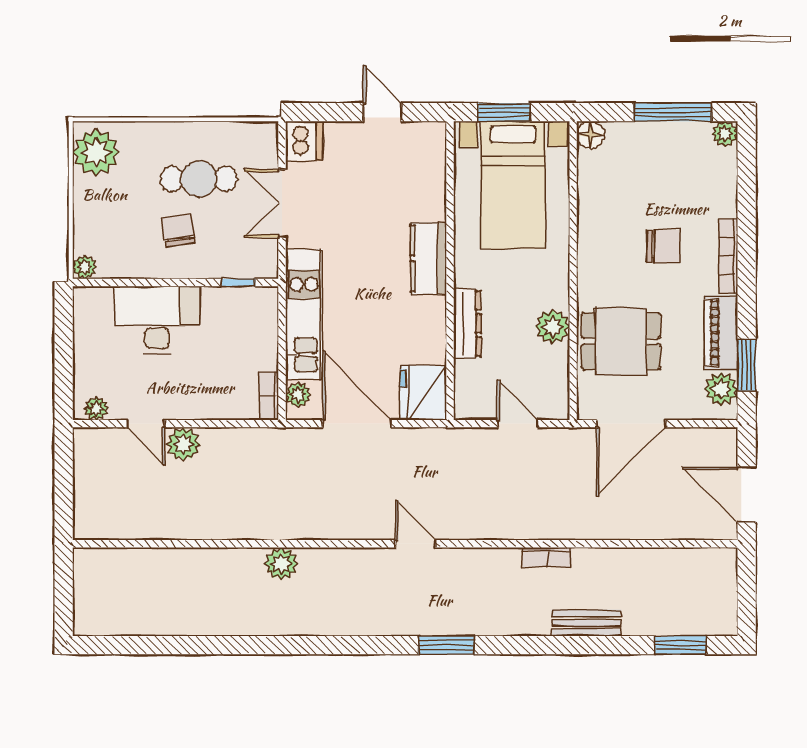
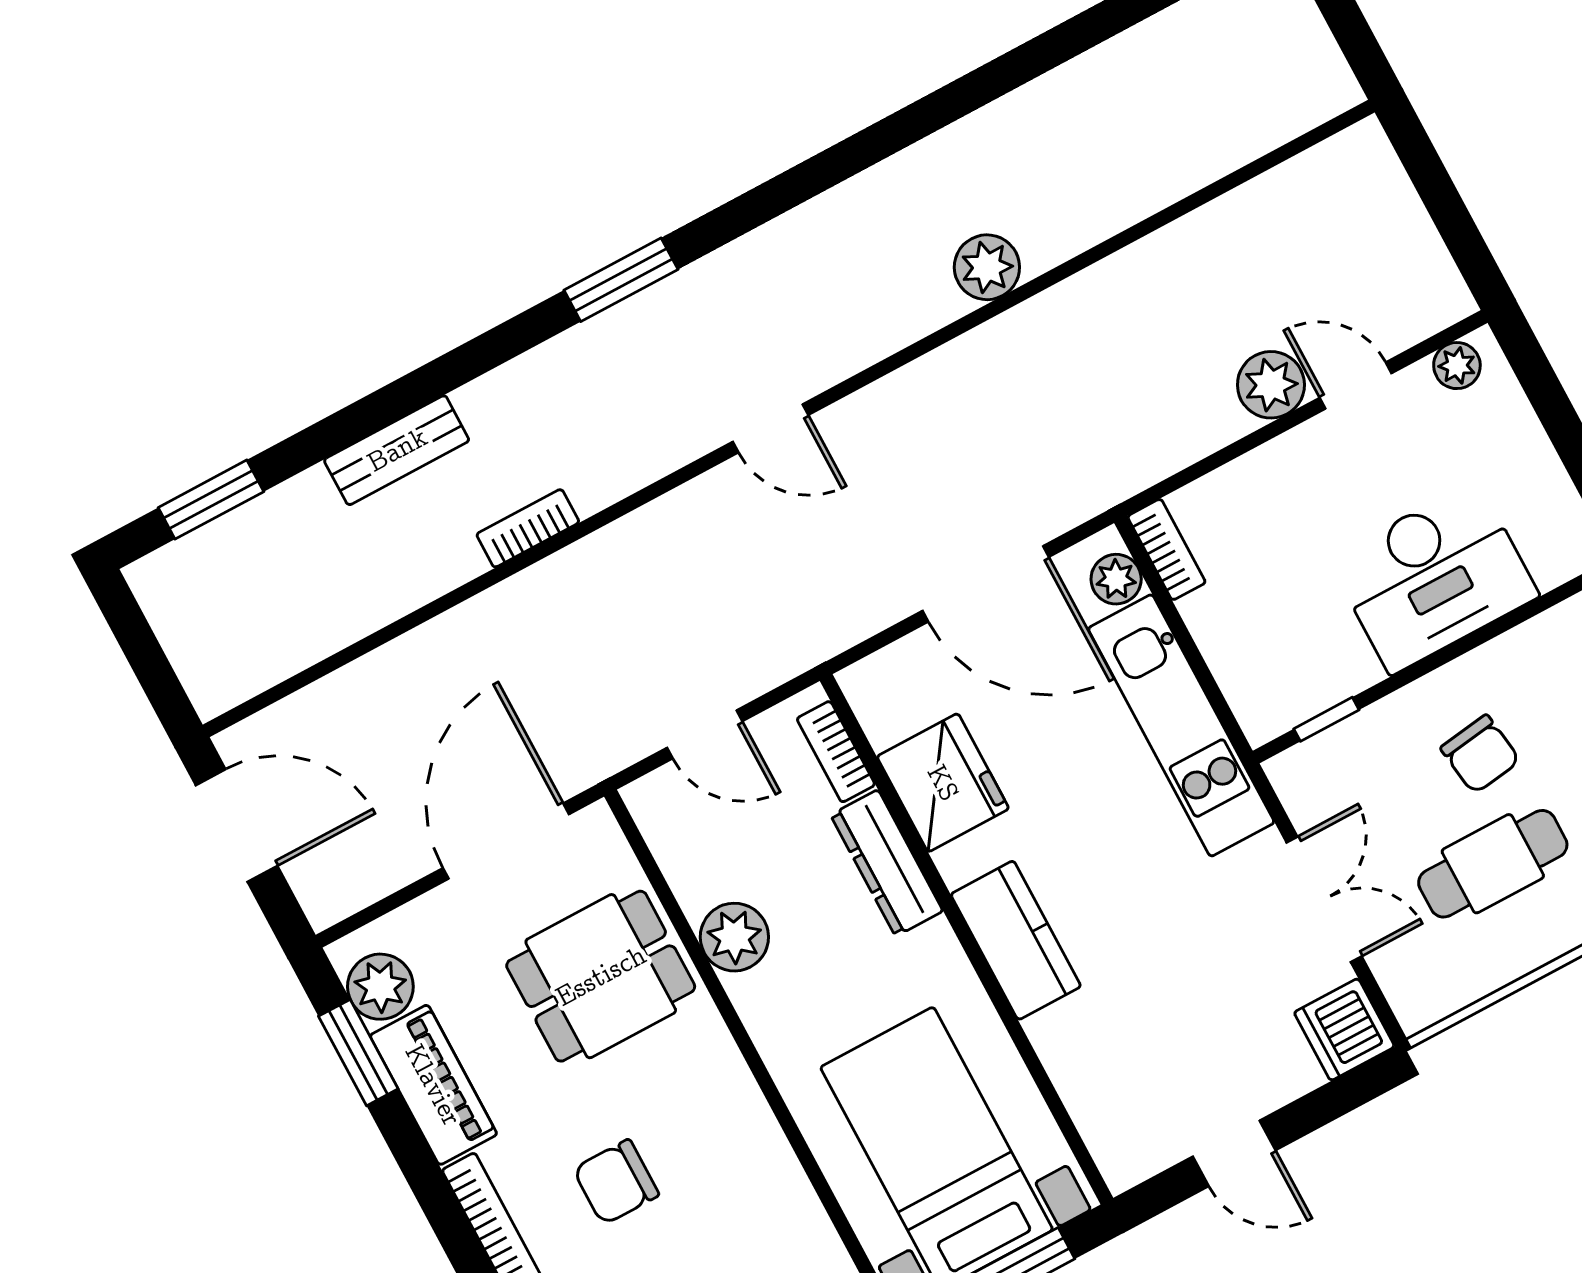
bookcase: (463, 385) -> (836, 752), added
fridge: (423, 393) -> (943, 783), moved

